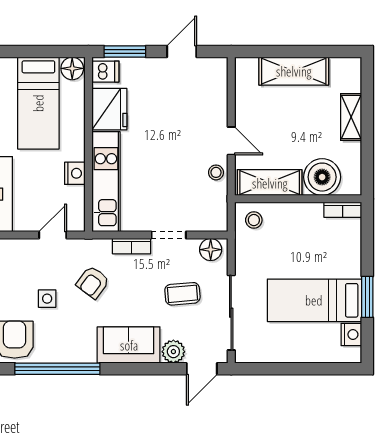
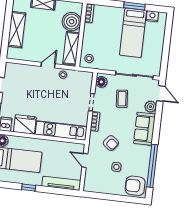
nightstand: (75, 173) -> (55, 146), removed

